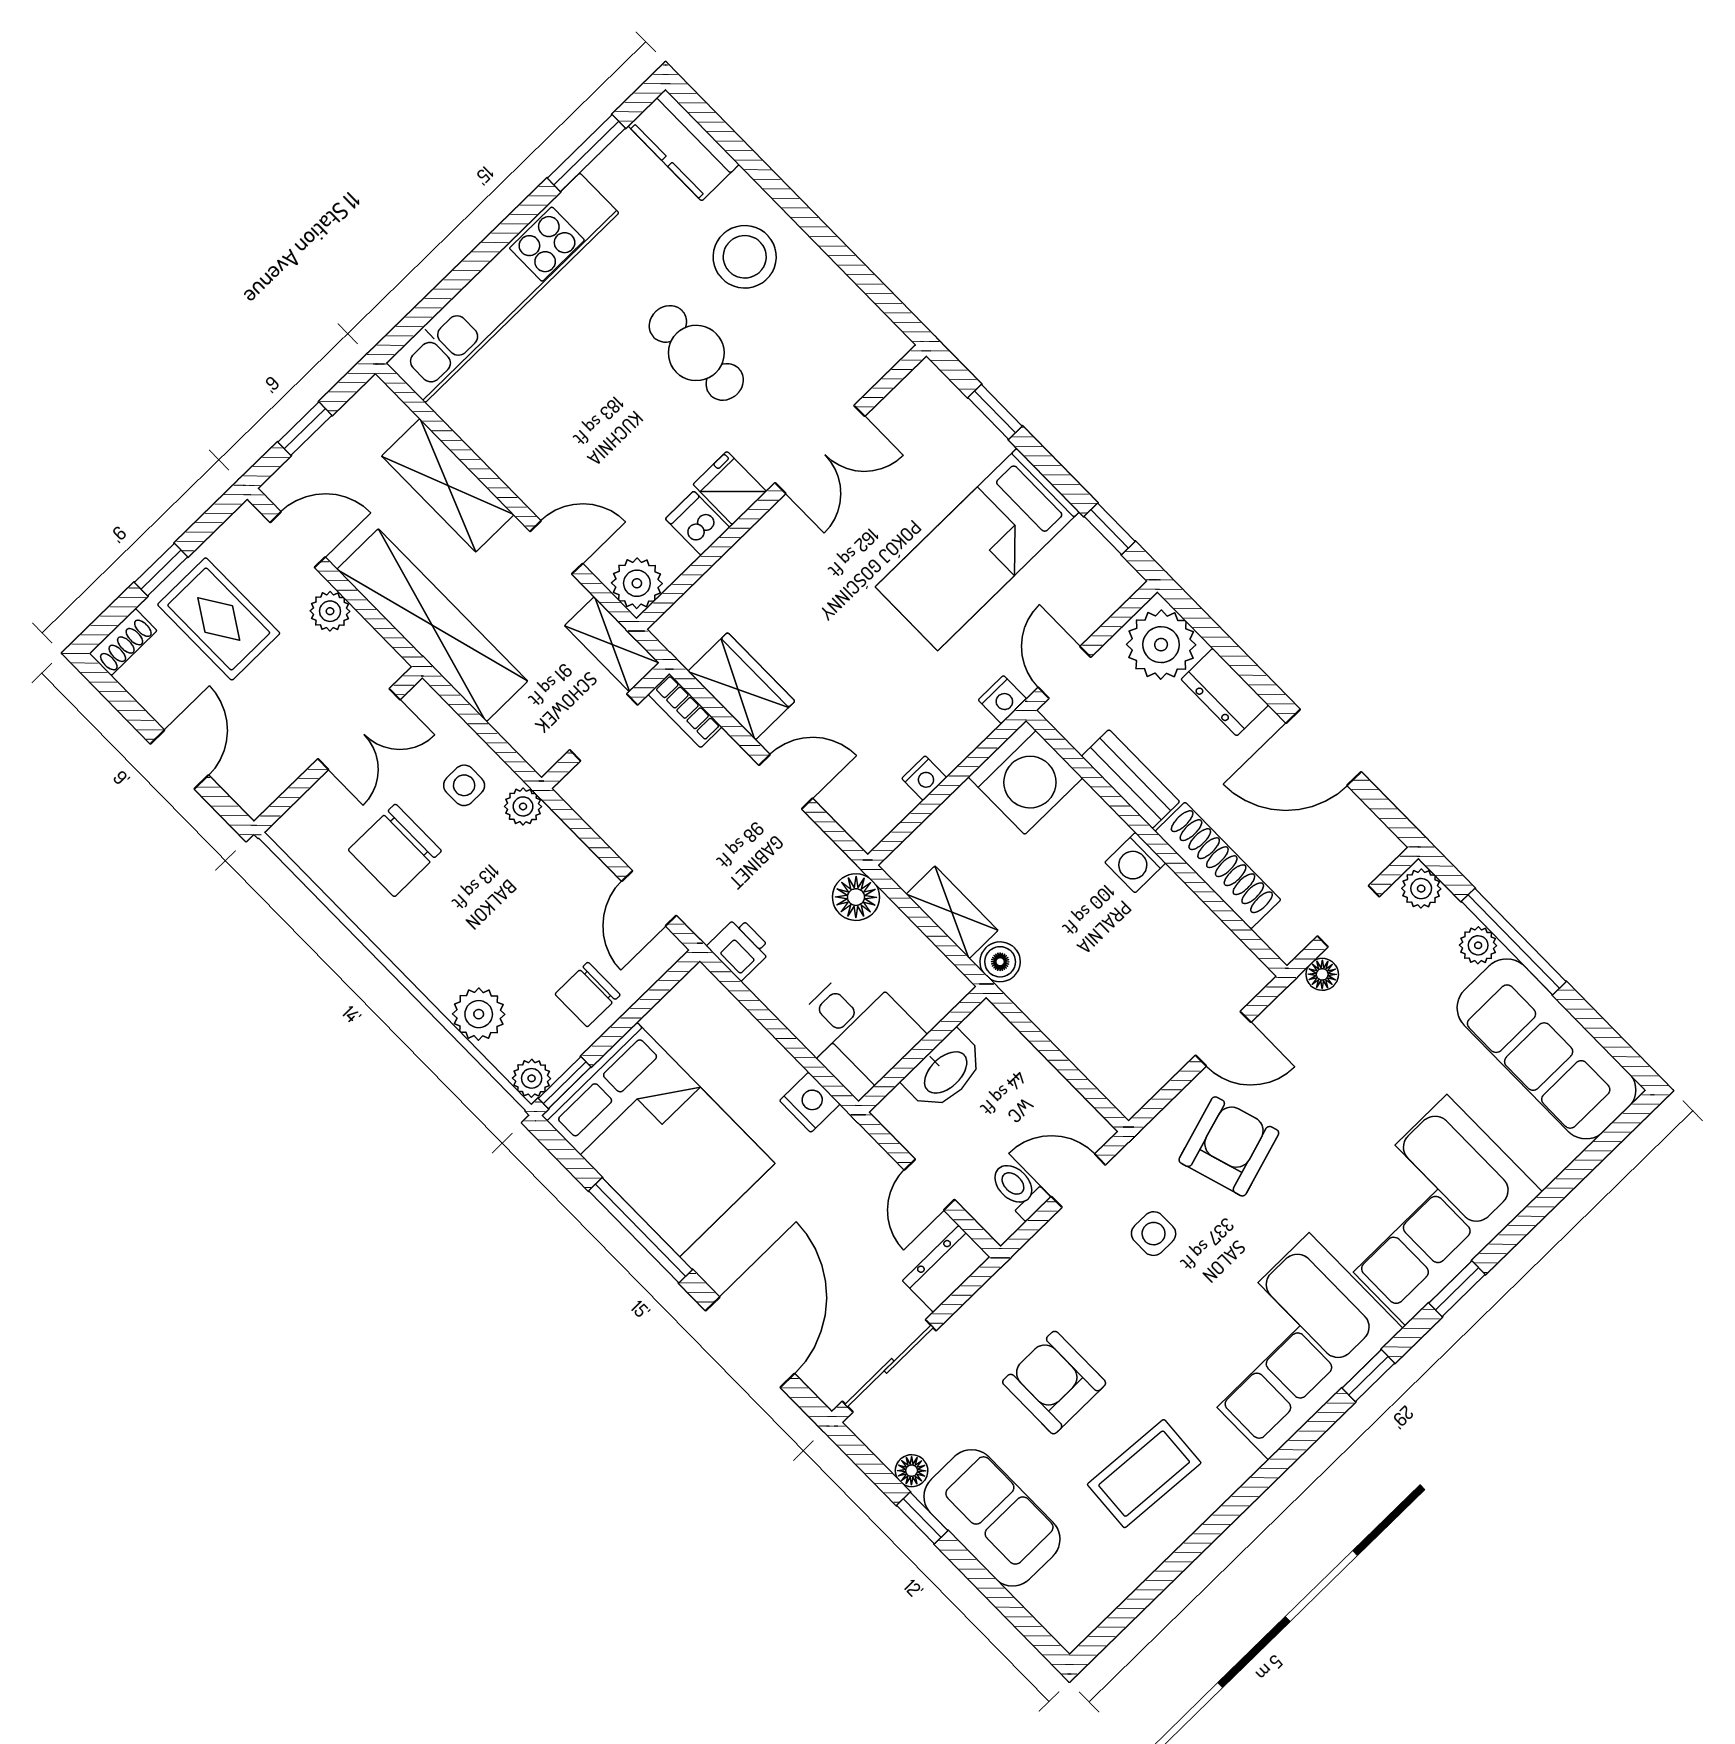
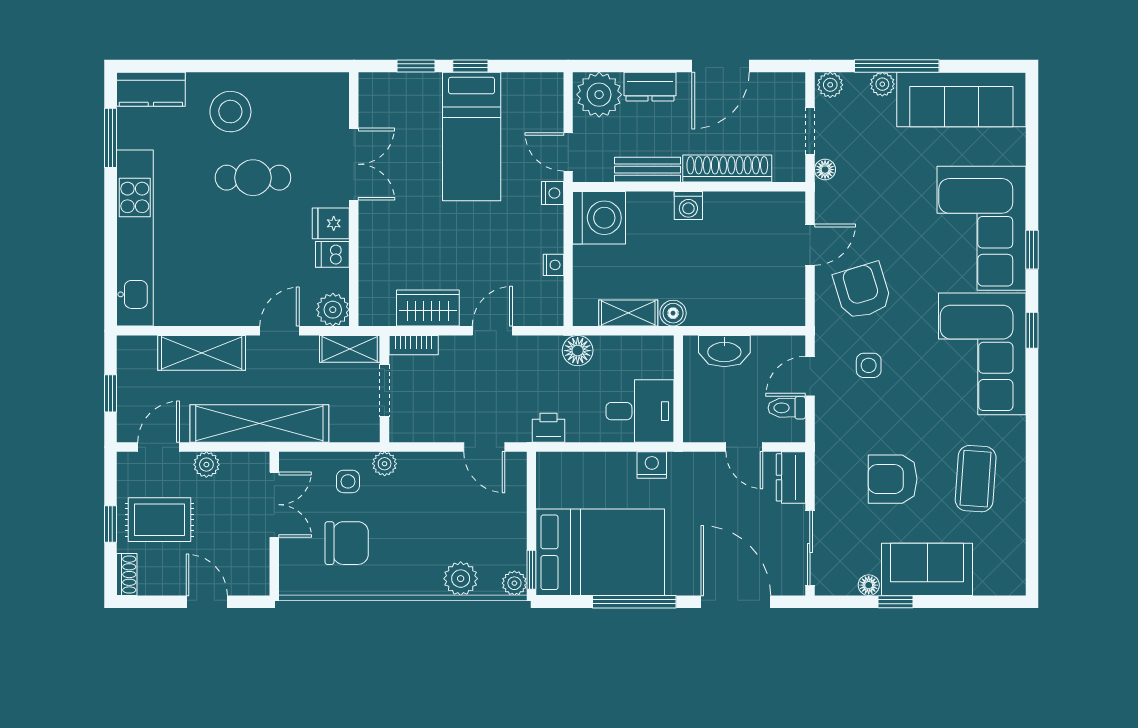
window: (1110, 529) -> (470, 66), moved
chair: (395, 850) -> (347, 543), turned -90
chair: (588, 995) -> (501, 519), removed
washbasin: (945, 1071) -> (724, 351), moved, turned 90

